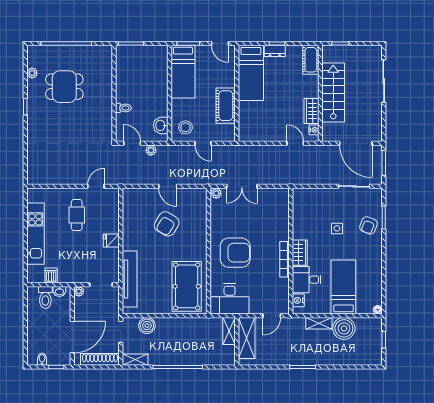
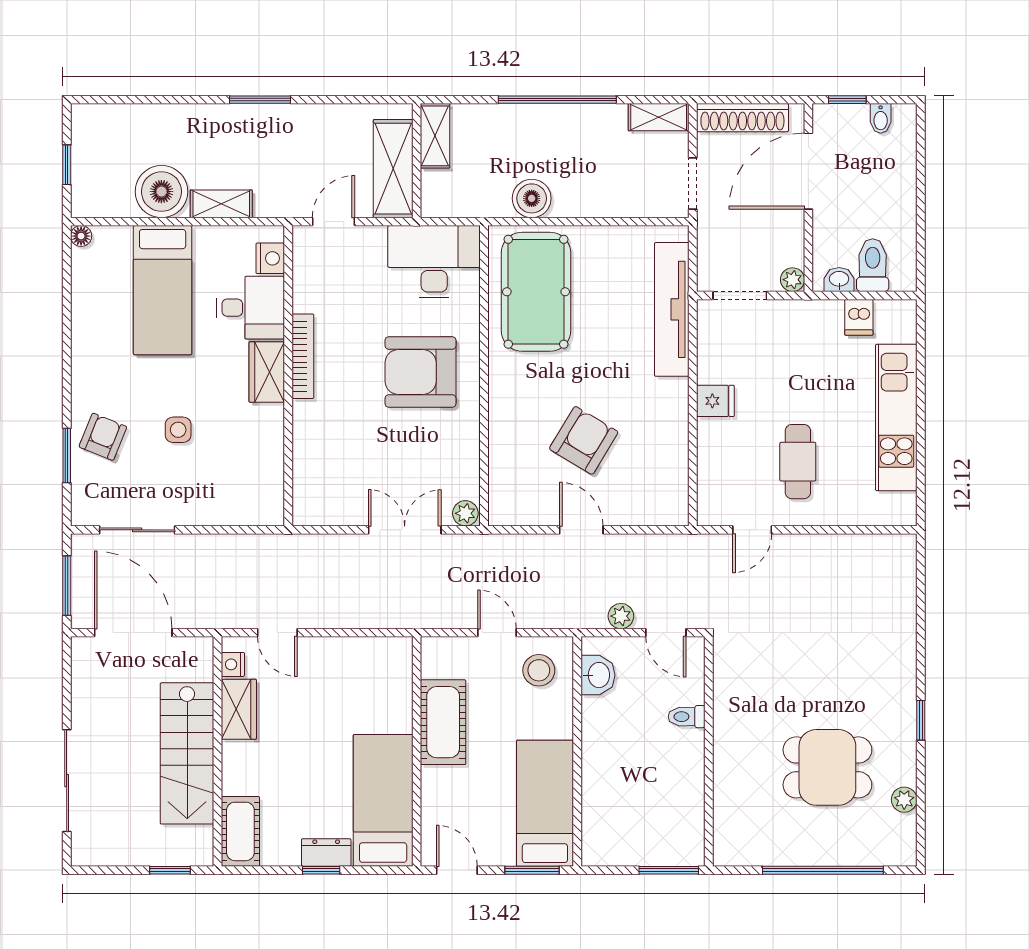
boiler: (147, 326) -> (532, 198), moved
shelving: (229, 331) -> (435, 136), moved

